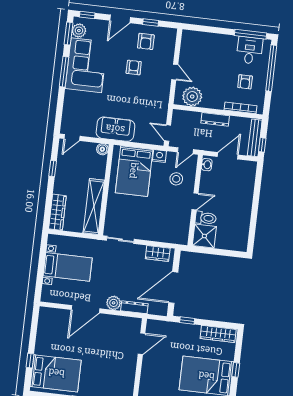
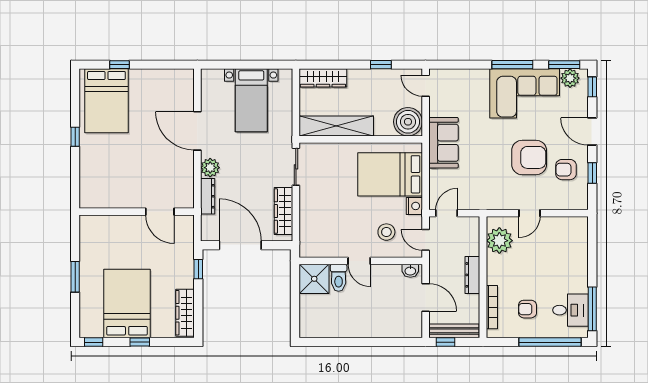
armchair: (134, 68) -> (529, 157), width x1.88, depth x1.88
boiler: (102, 149) -> (408, 122), width x1.86, depth x1.86
wardrobe: (158, 253) -> (283, 211), width x1.50

